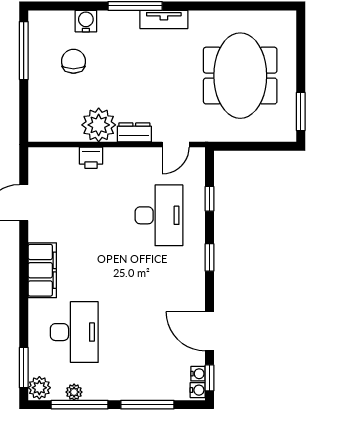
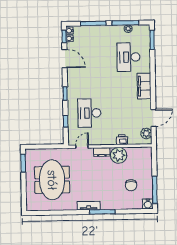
water cooler: (86, 21) -> (148, 204), moved
plant: (39, 388) -> (146, 133), moved

